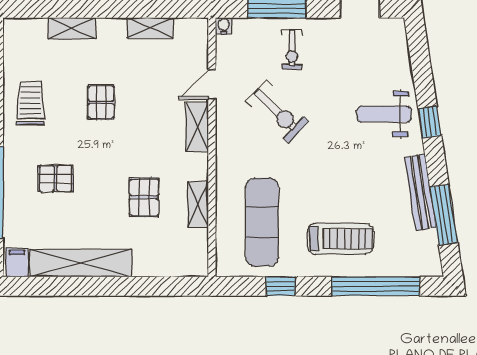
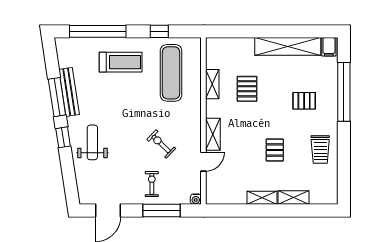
shelving: (150, 28) -> (262, 198), moved
exercise bike: (277, 112) -> (161, 144), width x0.73, depth x0.72
weight bench: (384, 114) -> (92, 142), turned -90
window: (444, 215) -> (57, 97), moved
treadmill: (340, 239) -> (121, 62), turned 180

